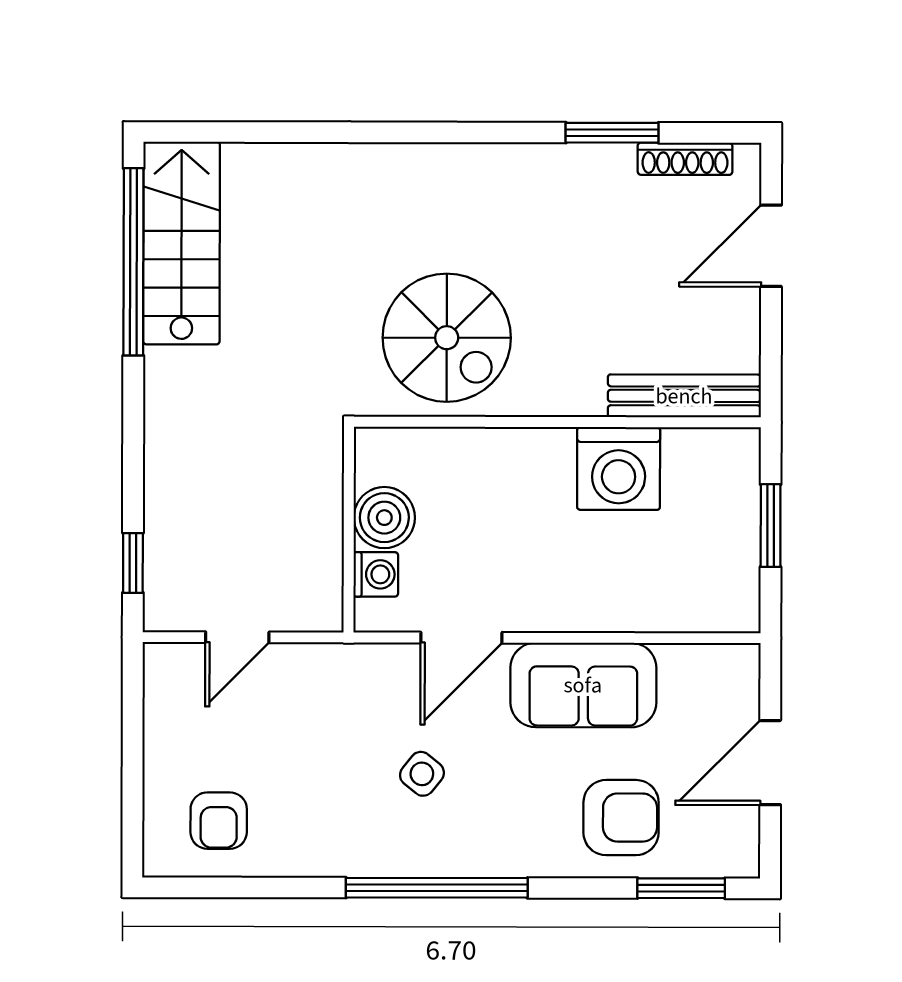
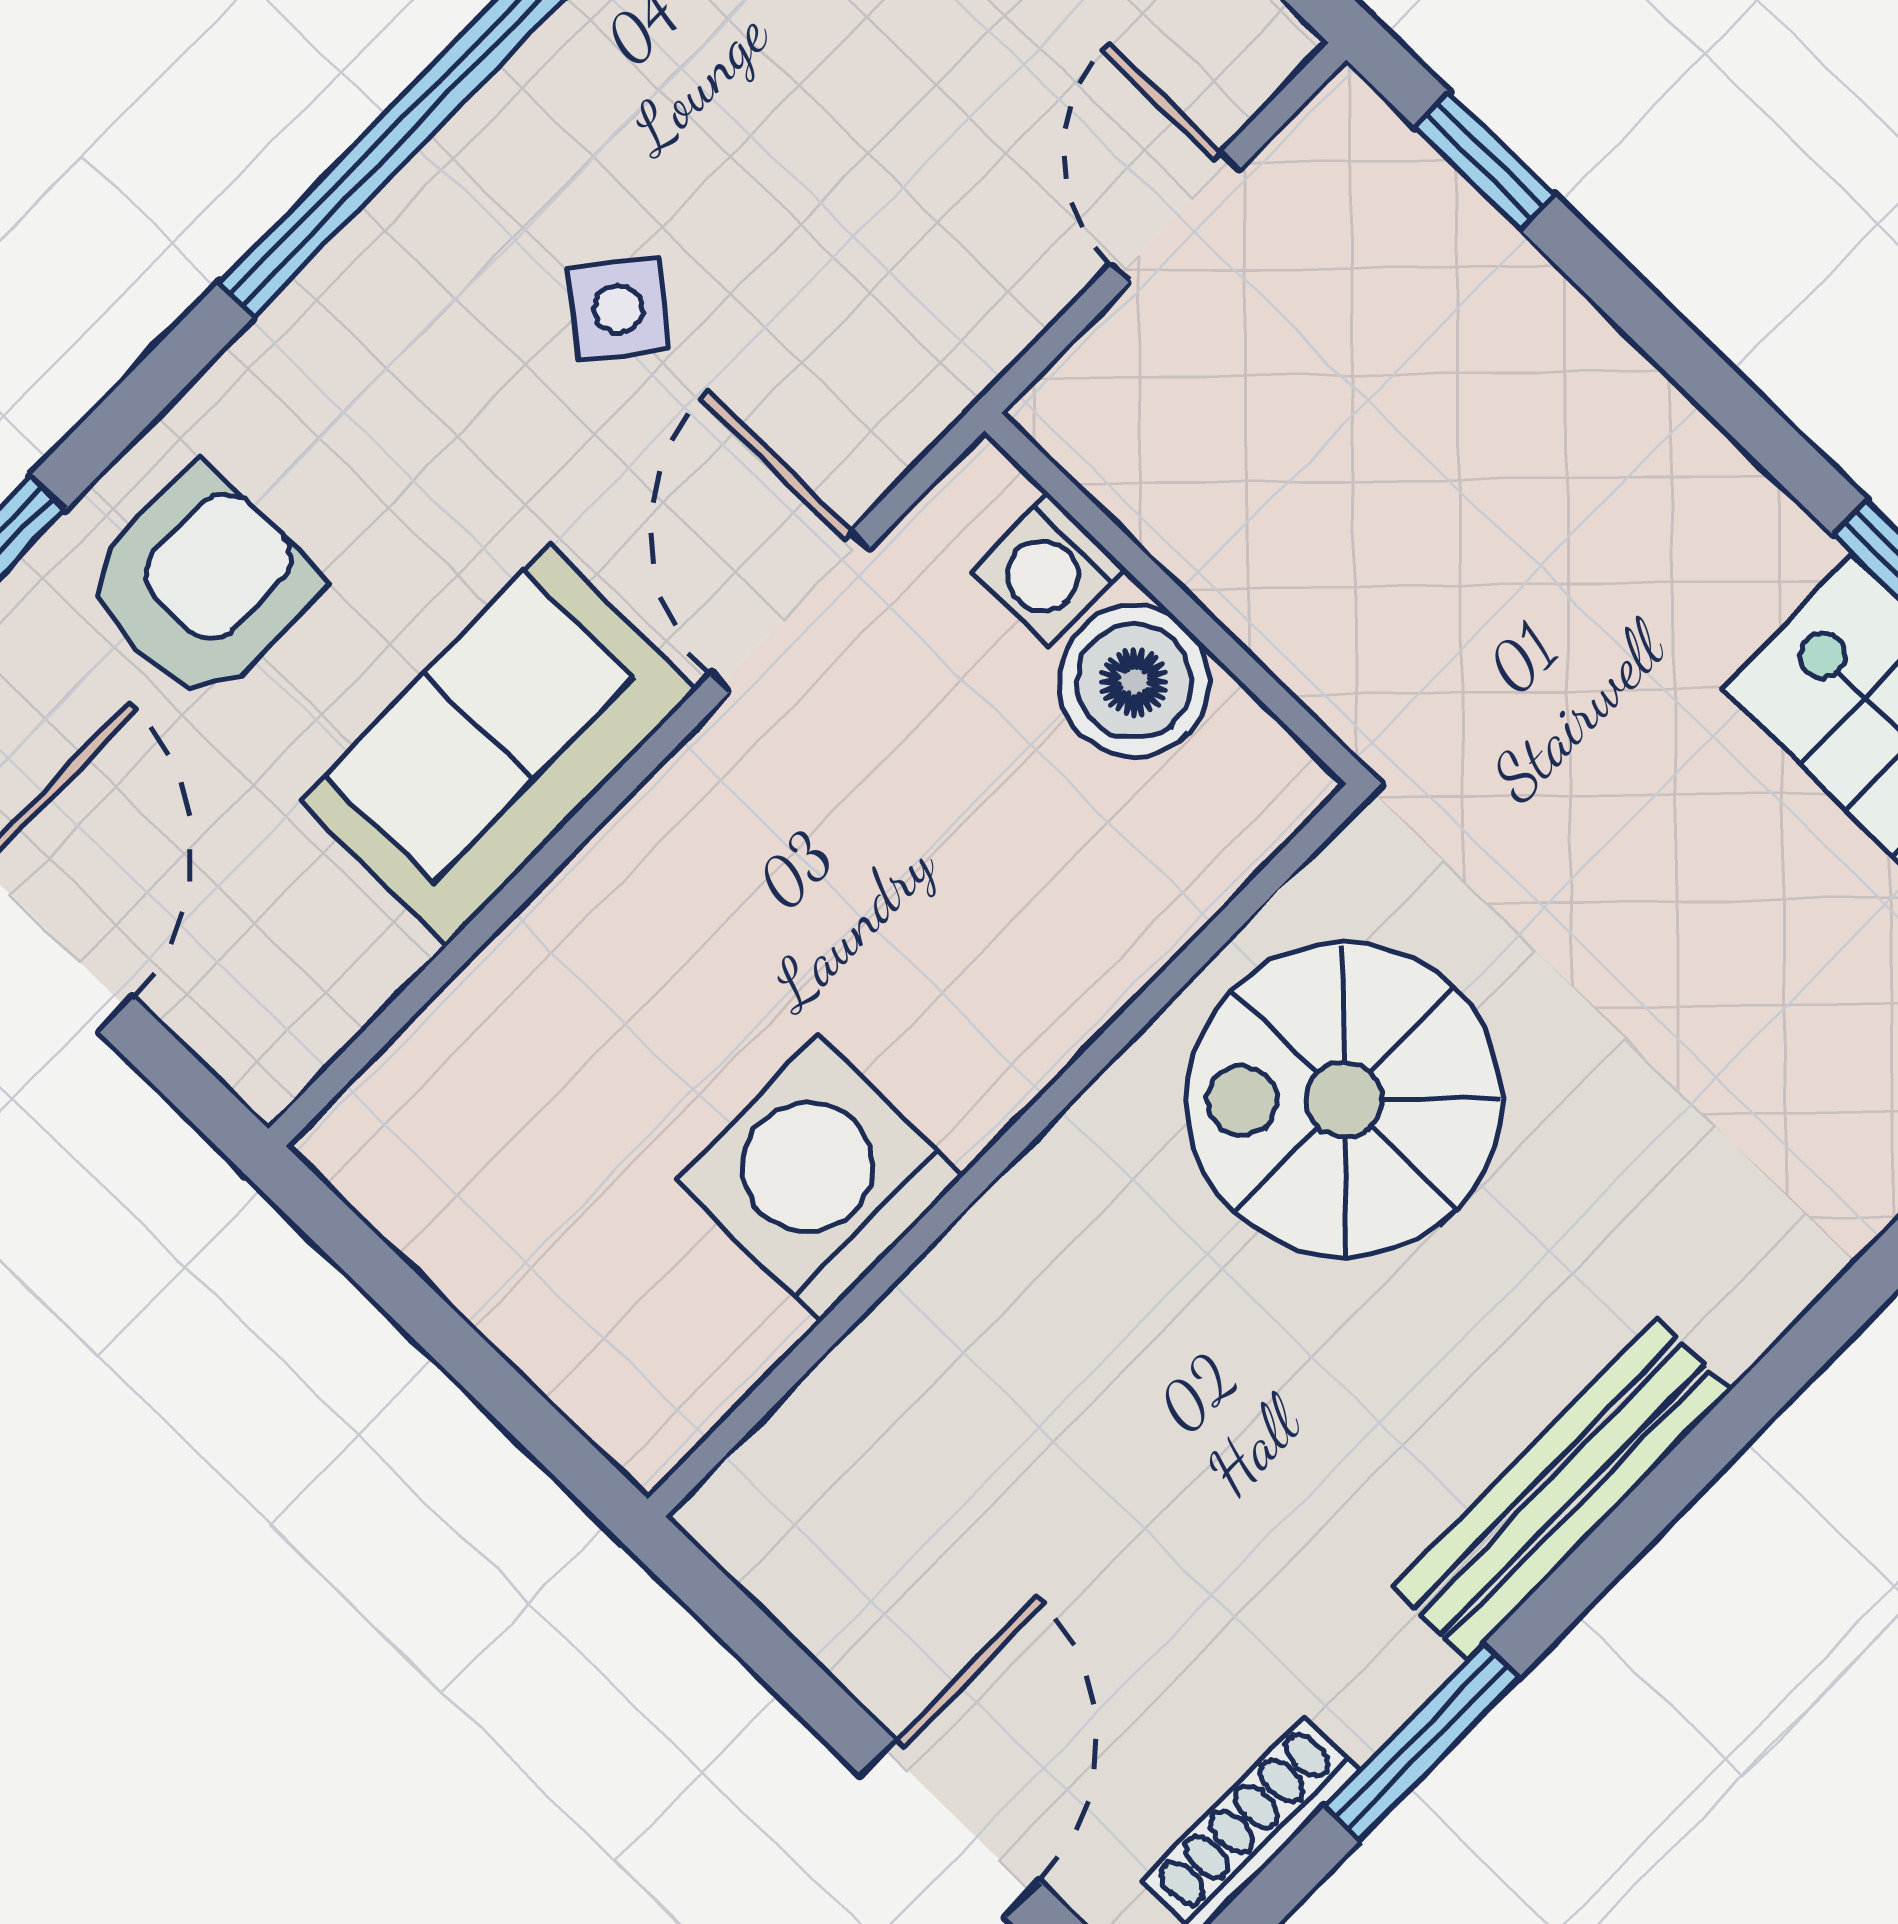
bench: (684, 396) -> (1561, 1489), moved
window: (771, 526) -> (458, 1348), removed
armchair: (621, 818) -> (200, 585), turned 180

